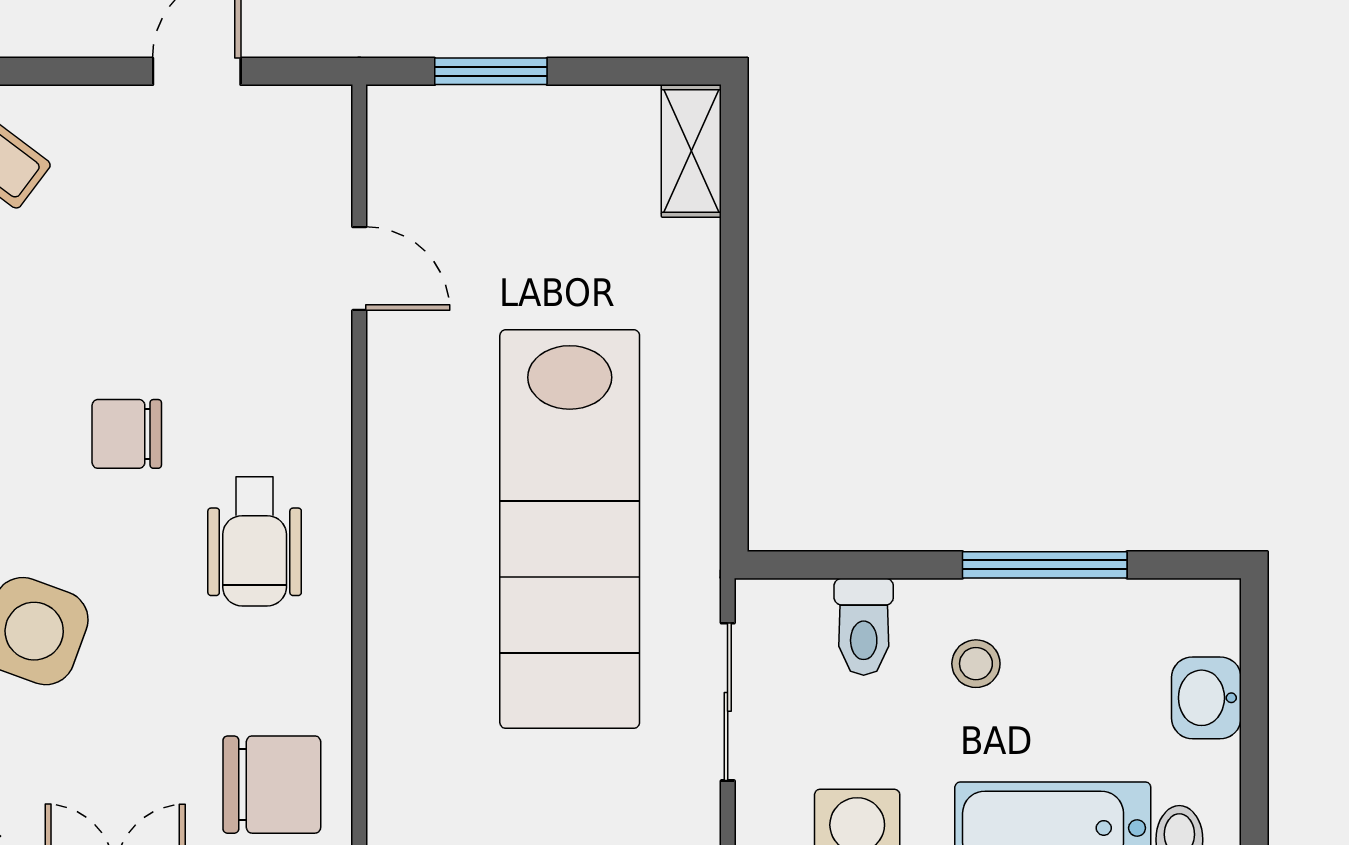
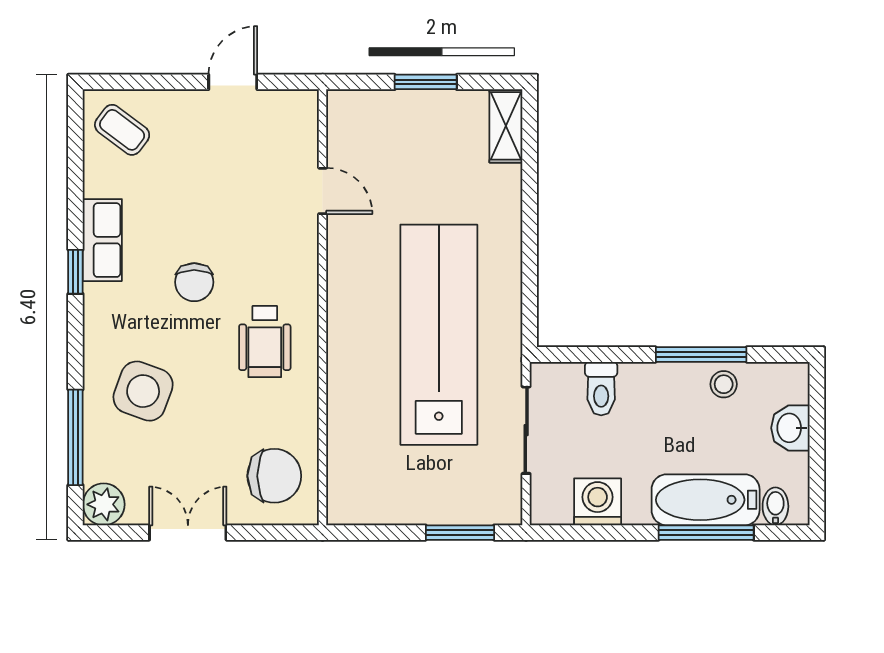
window: (491, 71) -> (426, 82), moved
chair: (127, 434) -> (194, 282), turned -90
lab bench: (570, 529) -> (439, 335), turned 180
stool: (976, 664) -> (724, 384), moved

